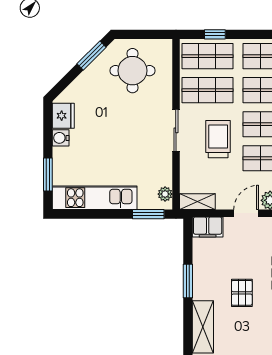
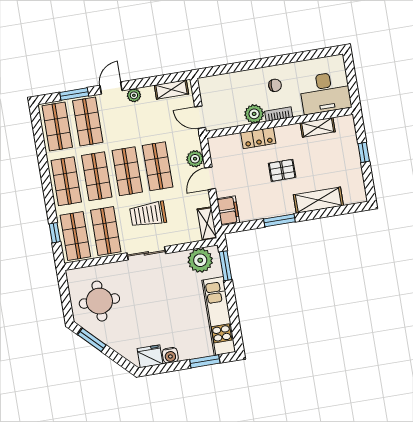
plant: (165, 194) -> (200, 260), width x1.87, depth x1.87
door: (246, 213) -> (210, 178), hinge flipped

